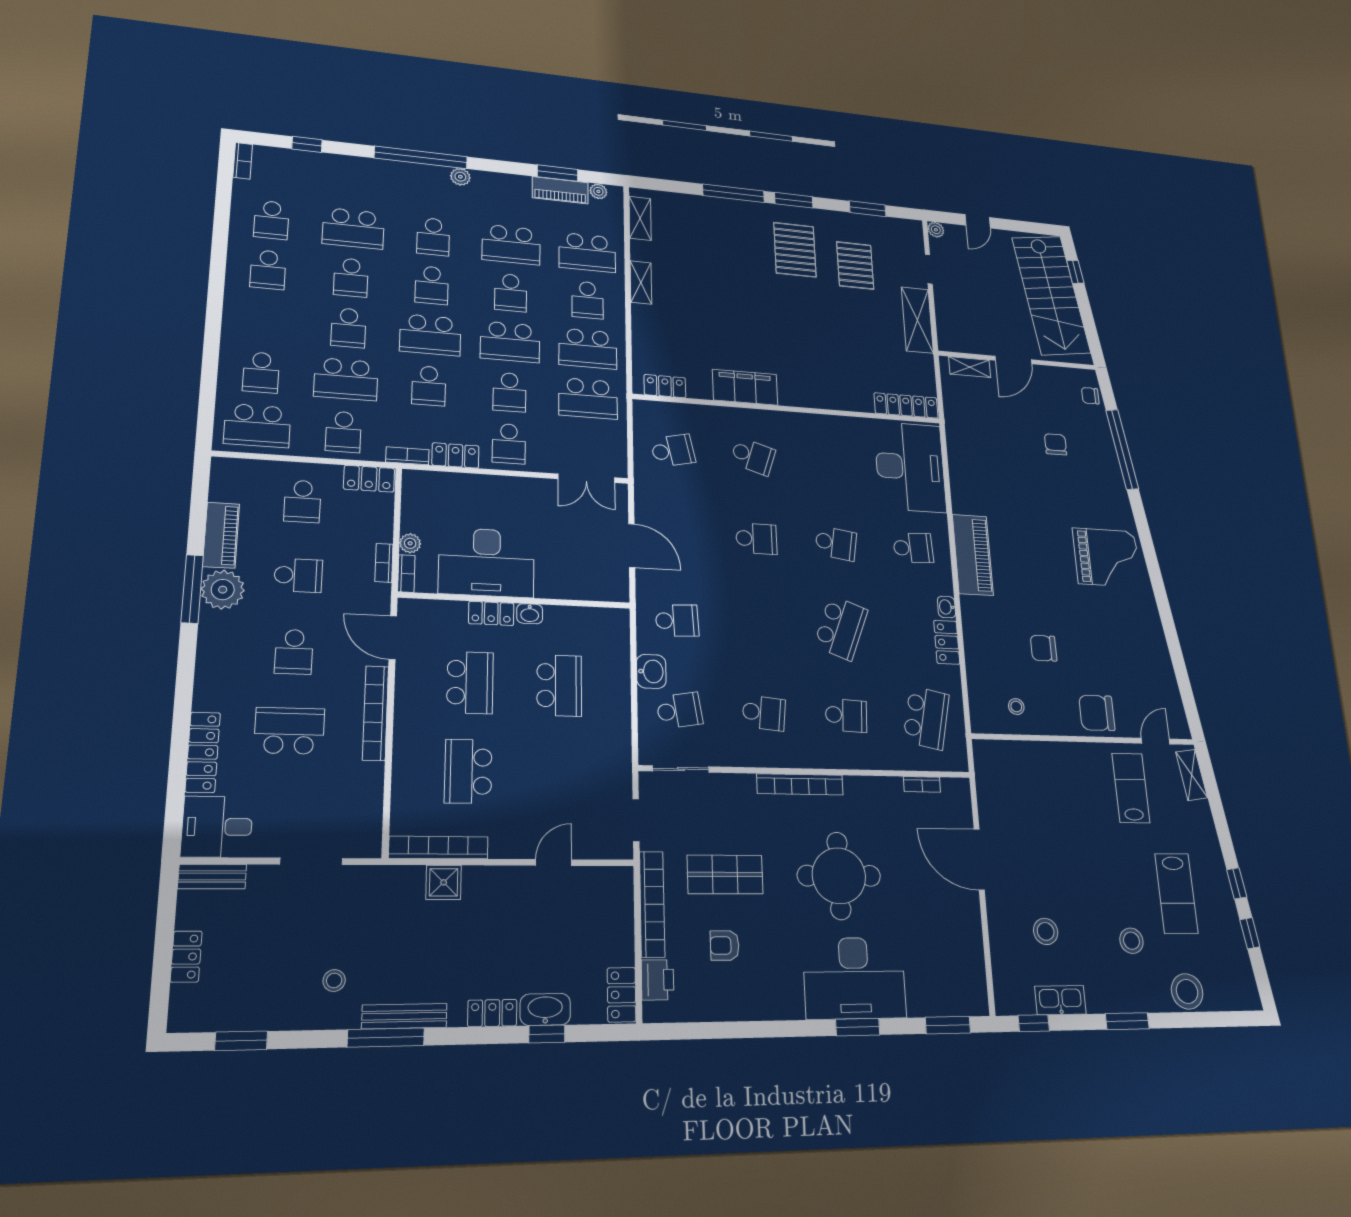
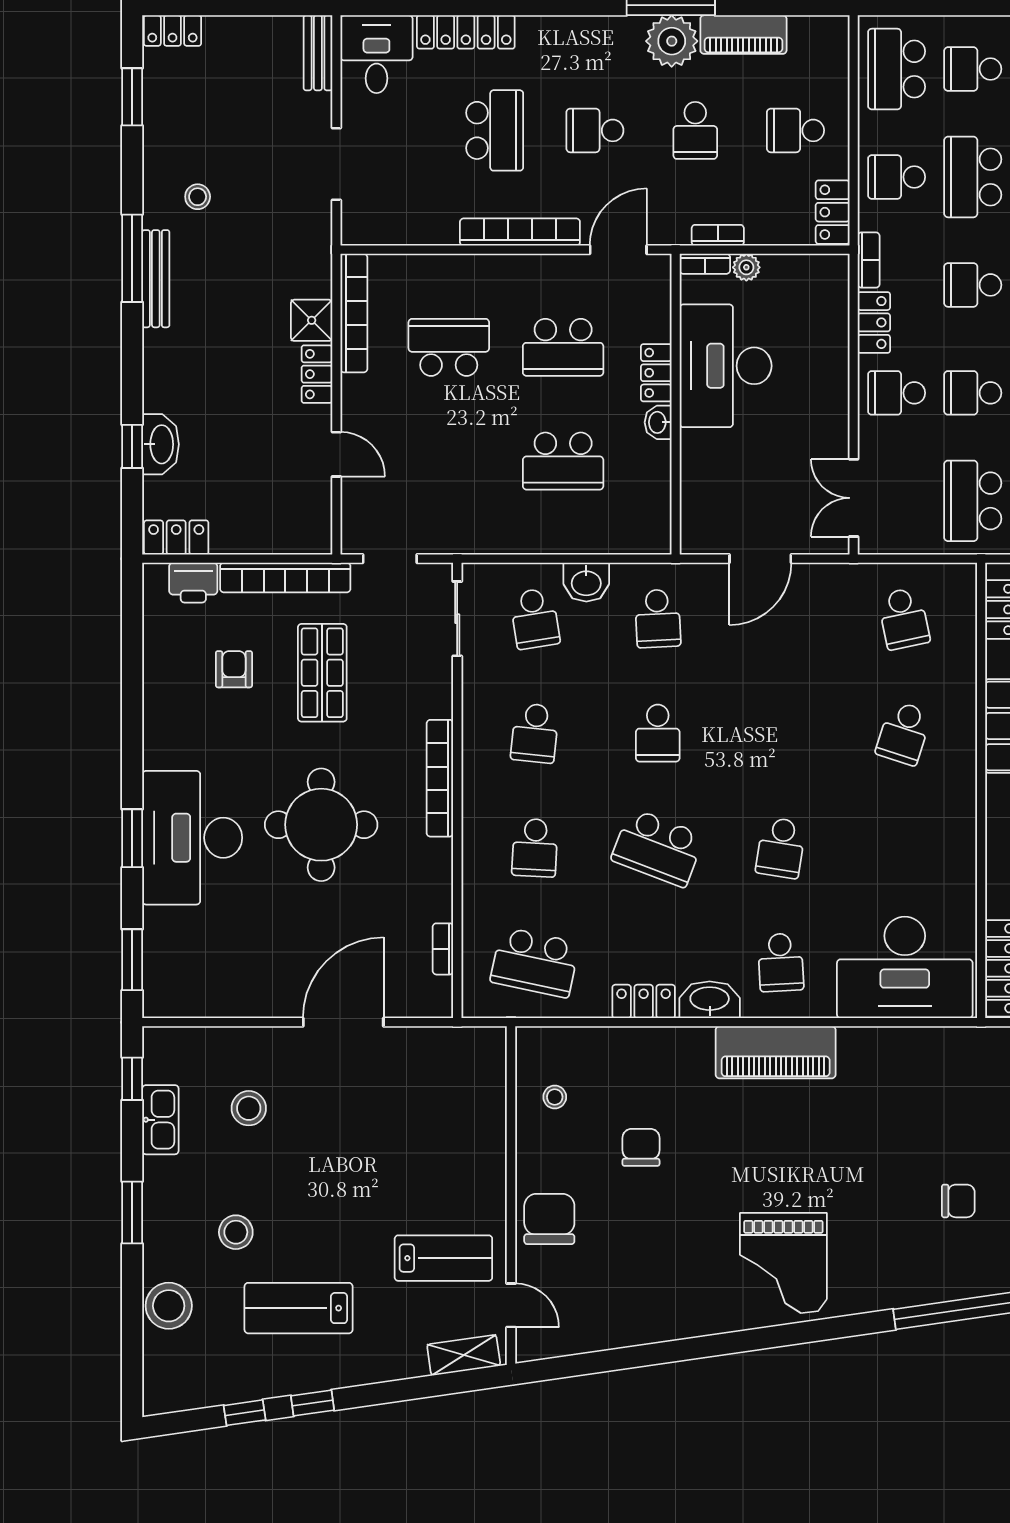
school desk: (756, 539) -> (658, 733), moved
washbasin: (946, 607) -> (710, 1000), width x1.91, depth x1.45
locker: (186, 957) -> (172, 31), moved
locker: (492, 1013) -> (317, 374), moved, turned 180

